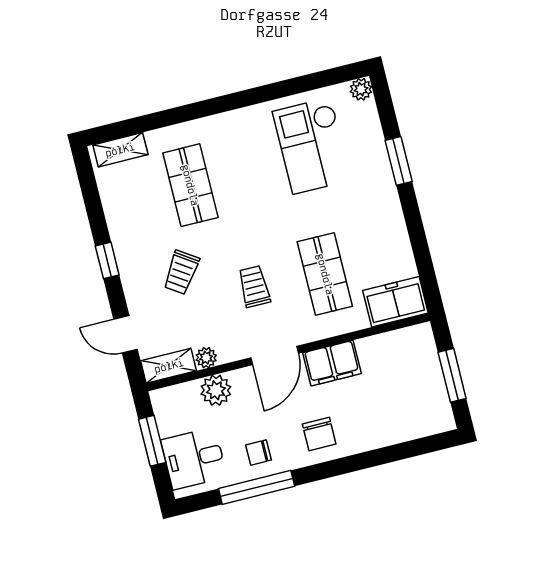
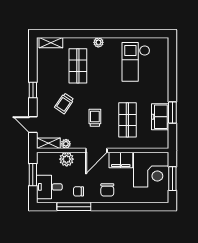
plant: (361, 89) -> (98, 42), moved
window: (399, 161) -> (172, 113), moved
freezer: (395, 302) -> (160, 117), moved, turned -90
corner desk: (402, 368) -> (151, 170), added

